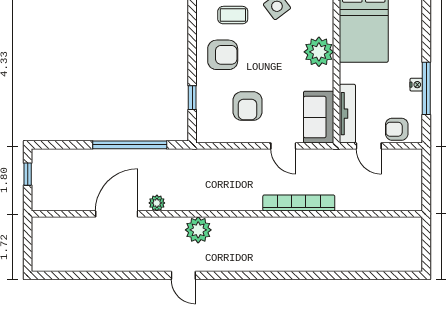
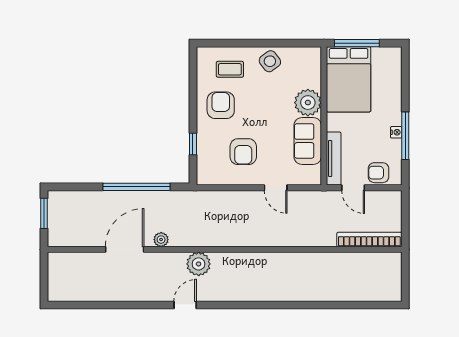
armchair: (223, 55) -> (221, 105), turned -90
sofa: (319, 117) -> (308, 141), moved
window: (28, 174) -> (44, 213), width x1.50
bookcase: (299, 203) -> (369, 239), moved
door: (183, 275) -> (185, 305), swing flipped

